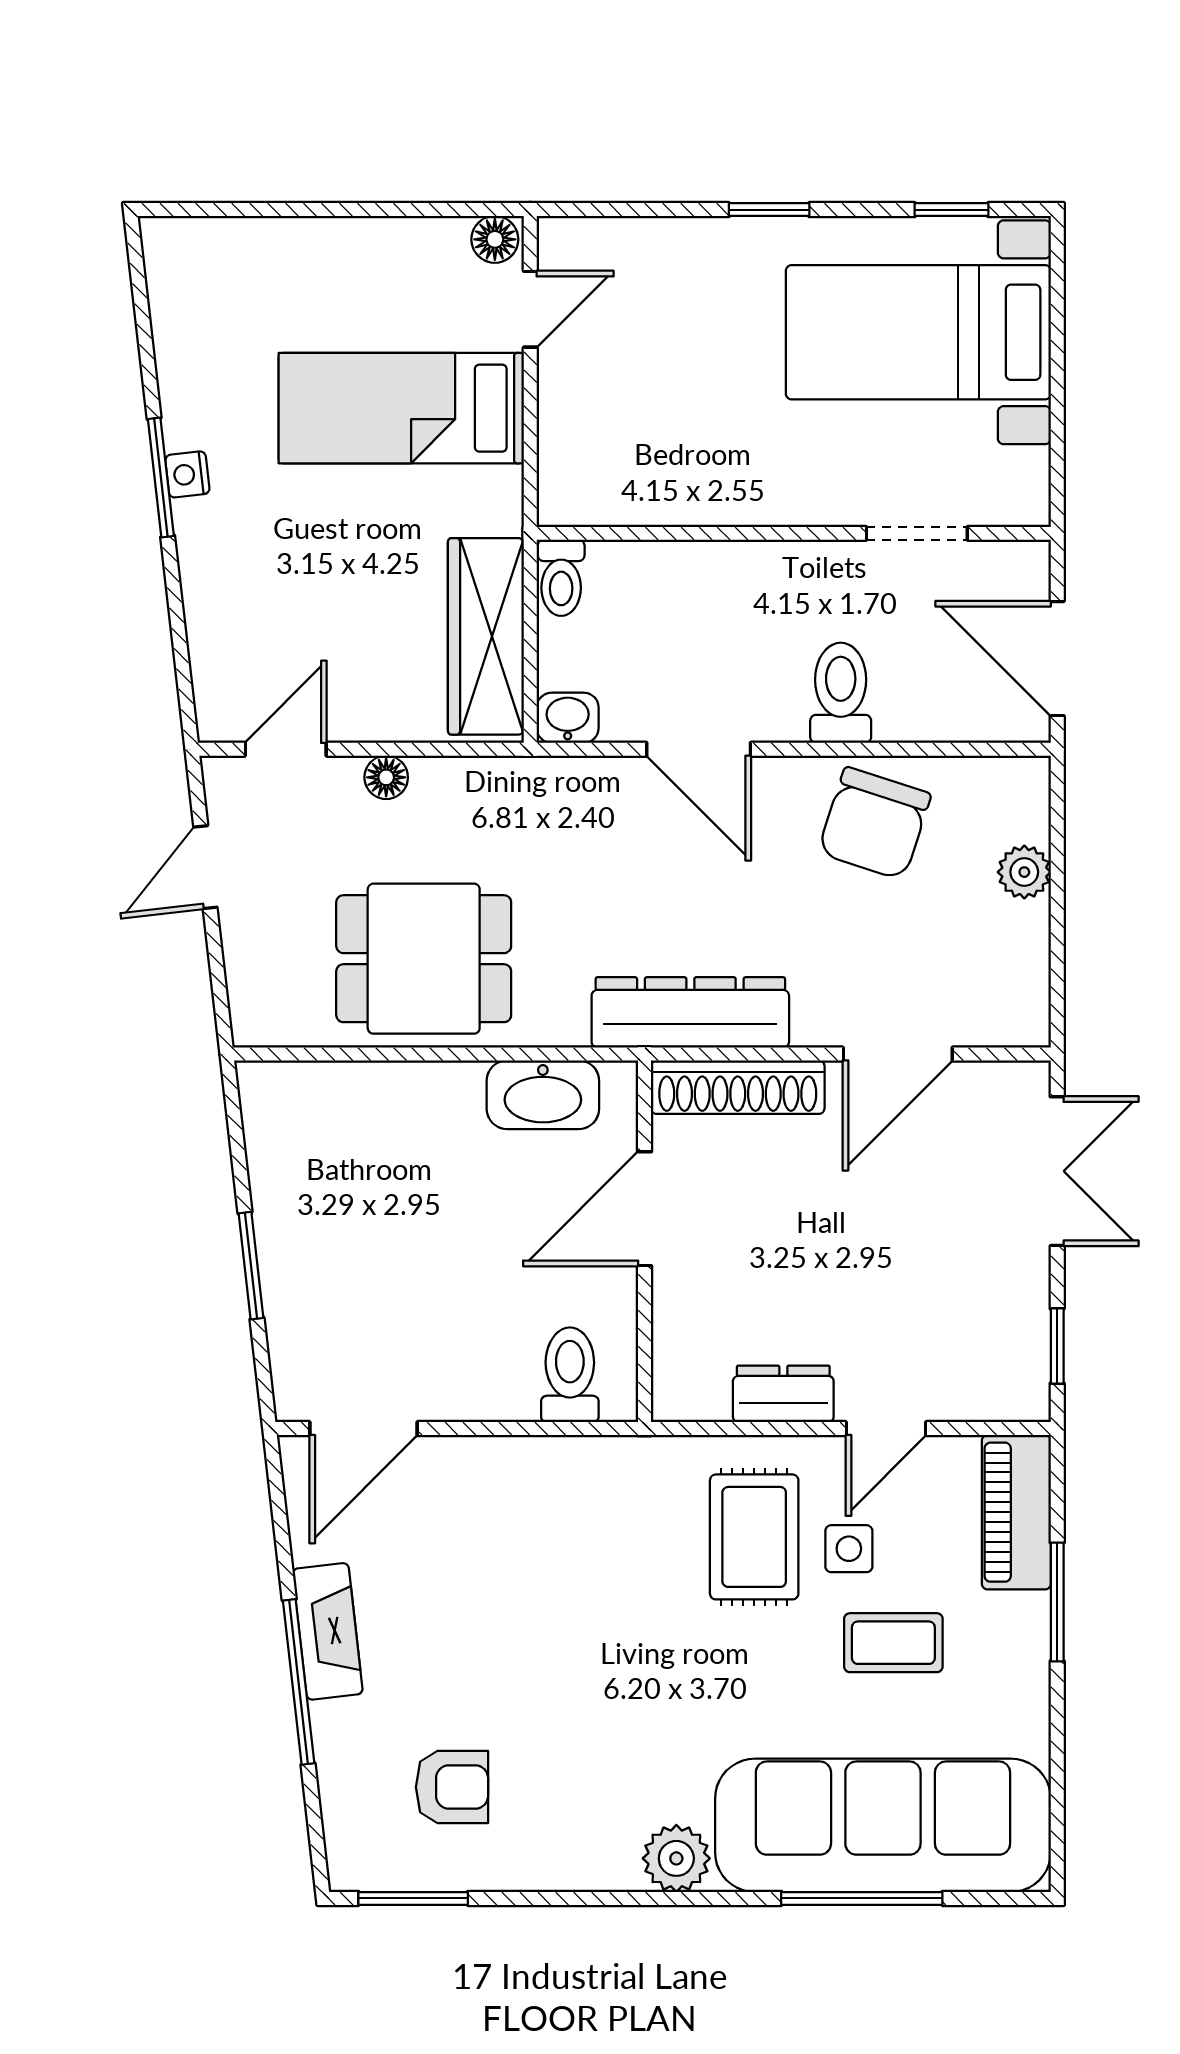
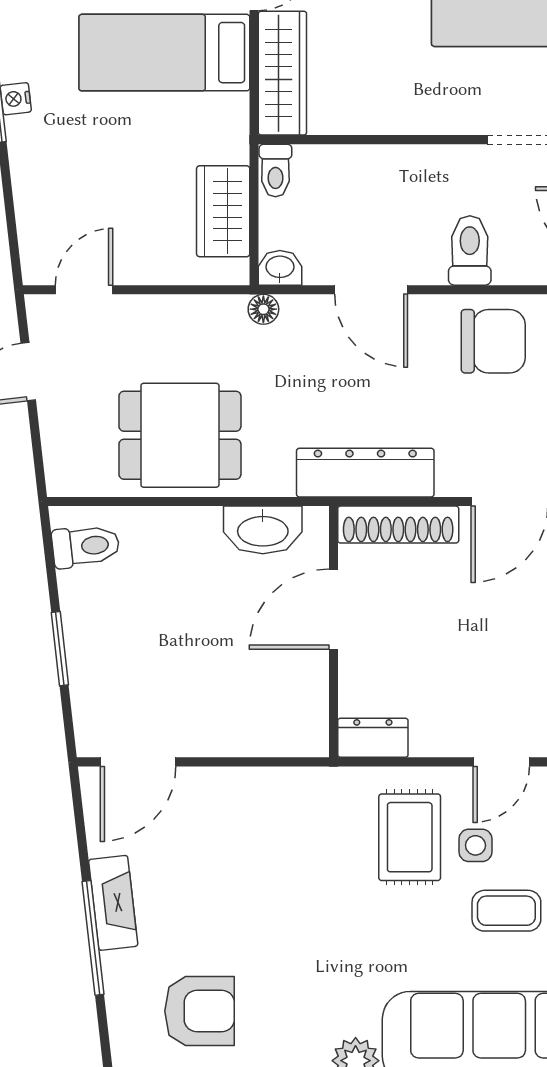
wardrobe: (571, 438) -> (282, 73), added
wardrobe: (486, 636) -> (223, 211), width x0.67
floor lamp: (386, 777) -> (263, 309), moved
chair: (874, 823) -> (493, 341), turned -108
toilet: (570, 1375) -> (86, 546), moved, turned 83
dresser: (783, 1394) -> (373, 738), moved
armchair: (452, 1787) -> (200, 1011), width x1.38, depth x1.38

